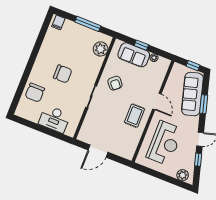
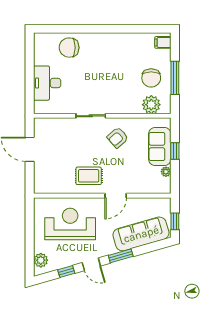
chair: (63, 74) -> (151, 78), moved
window: (204, 104) -> (121, 256), moved
reception desk: (165, 143) -> (70, 224), turned 180

